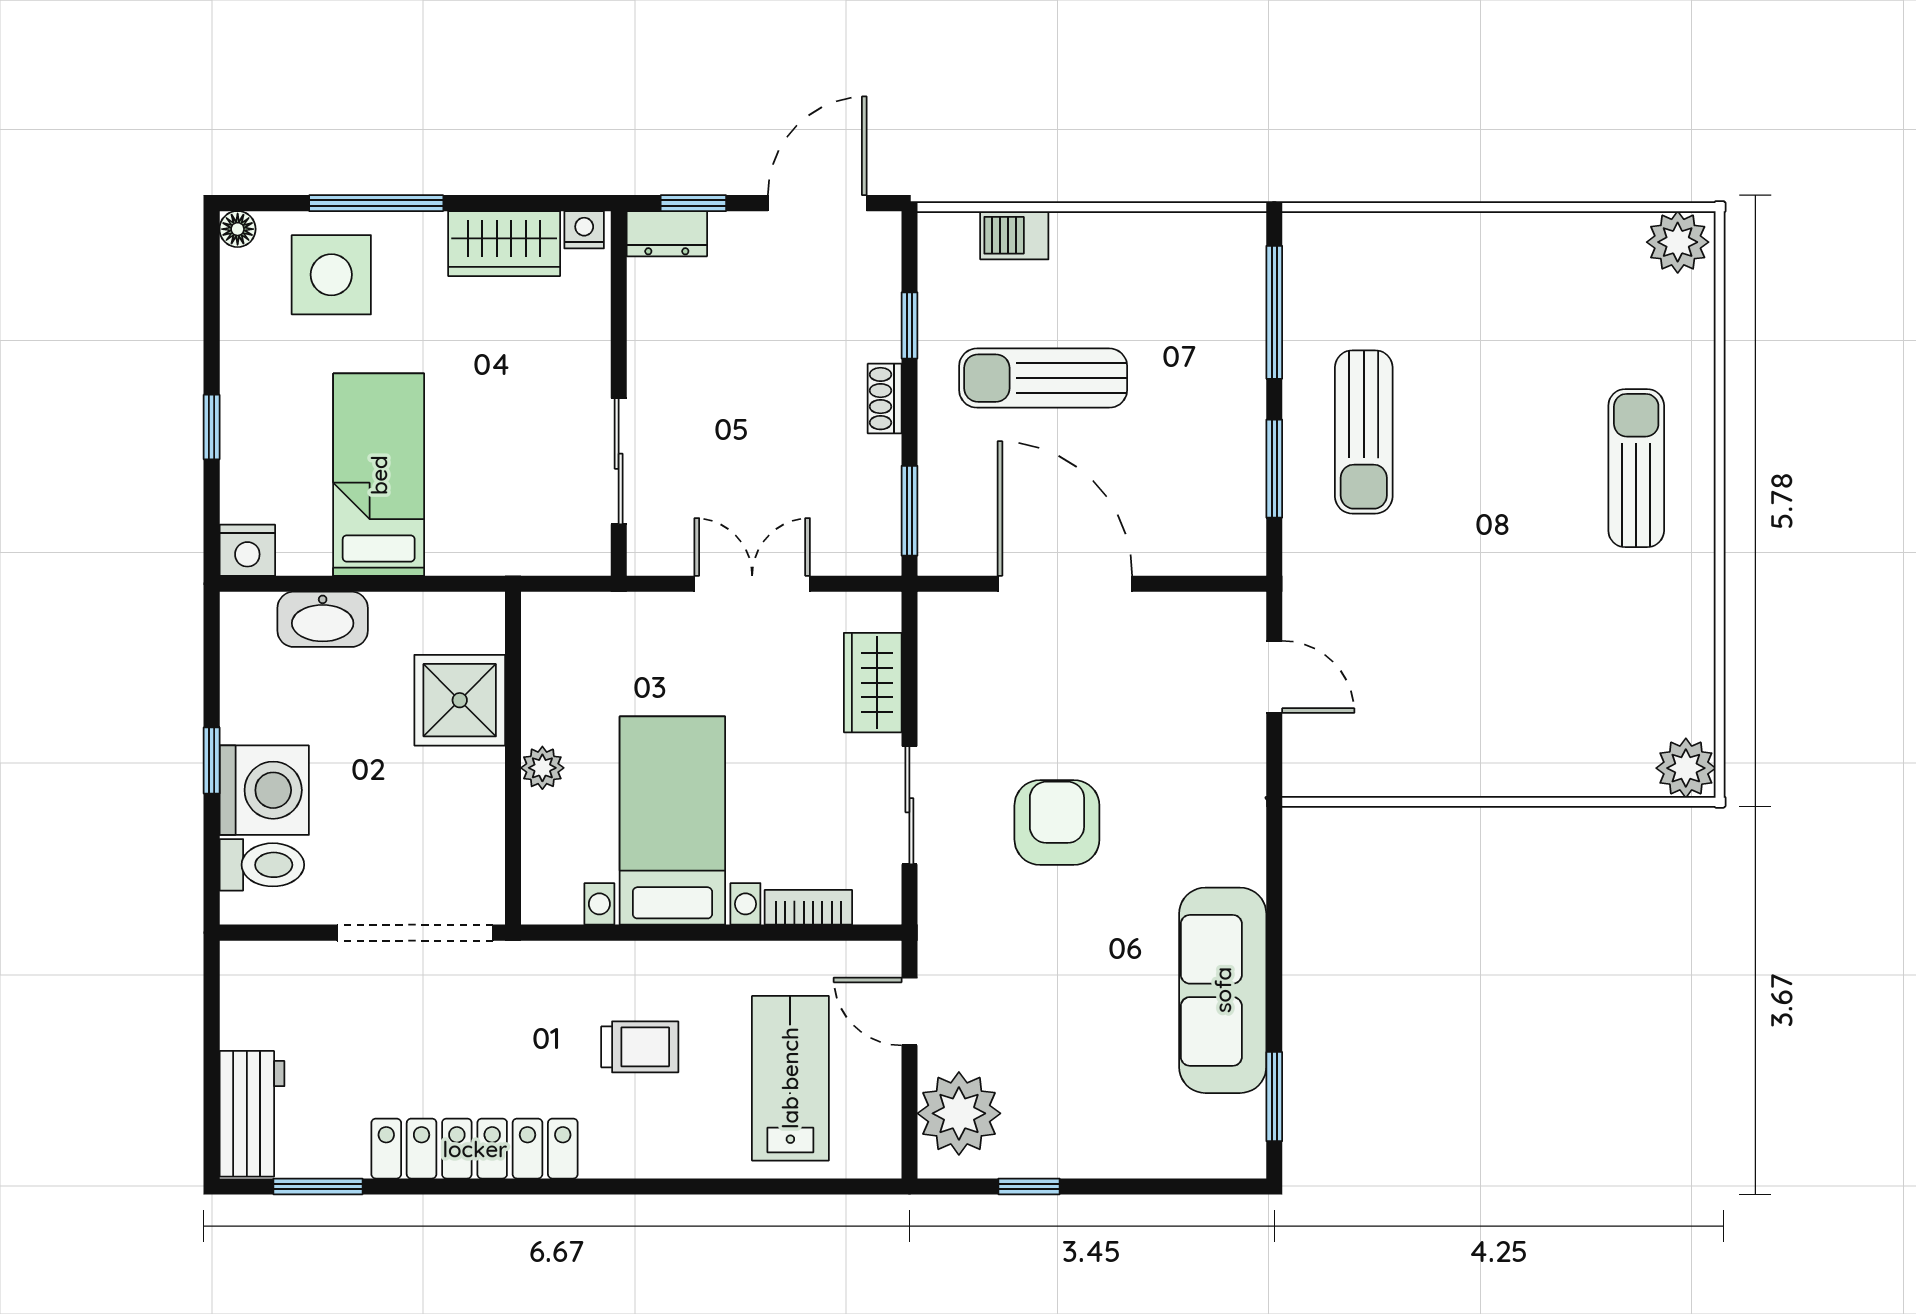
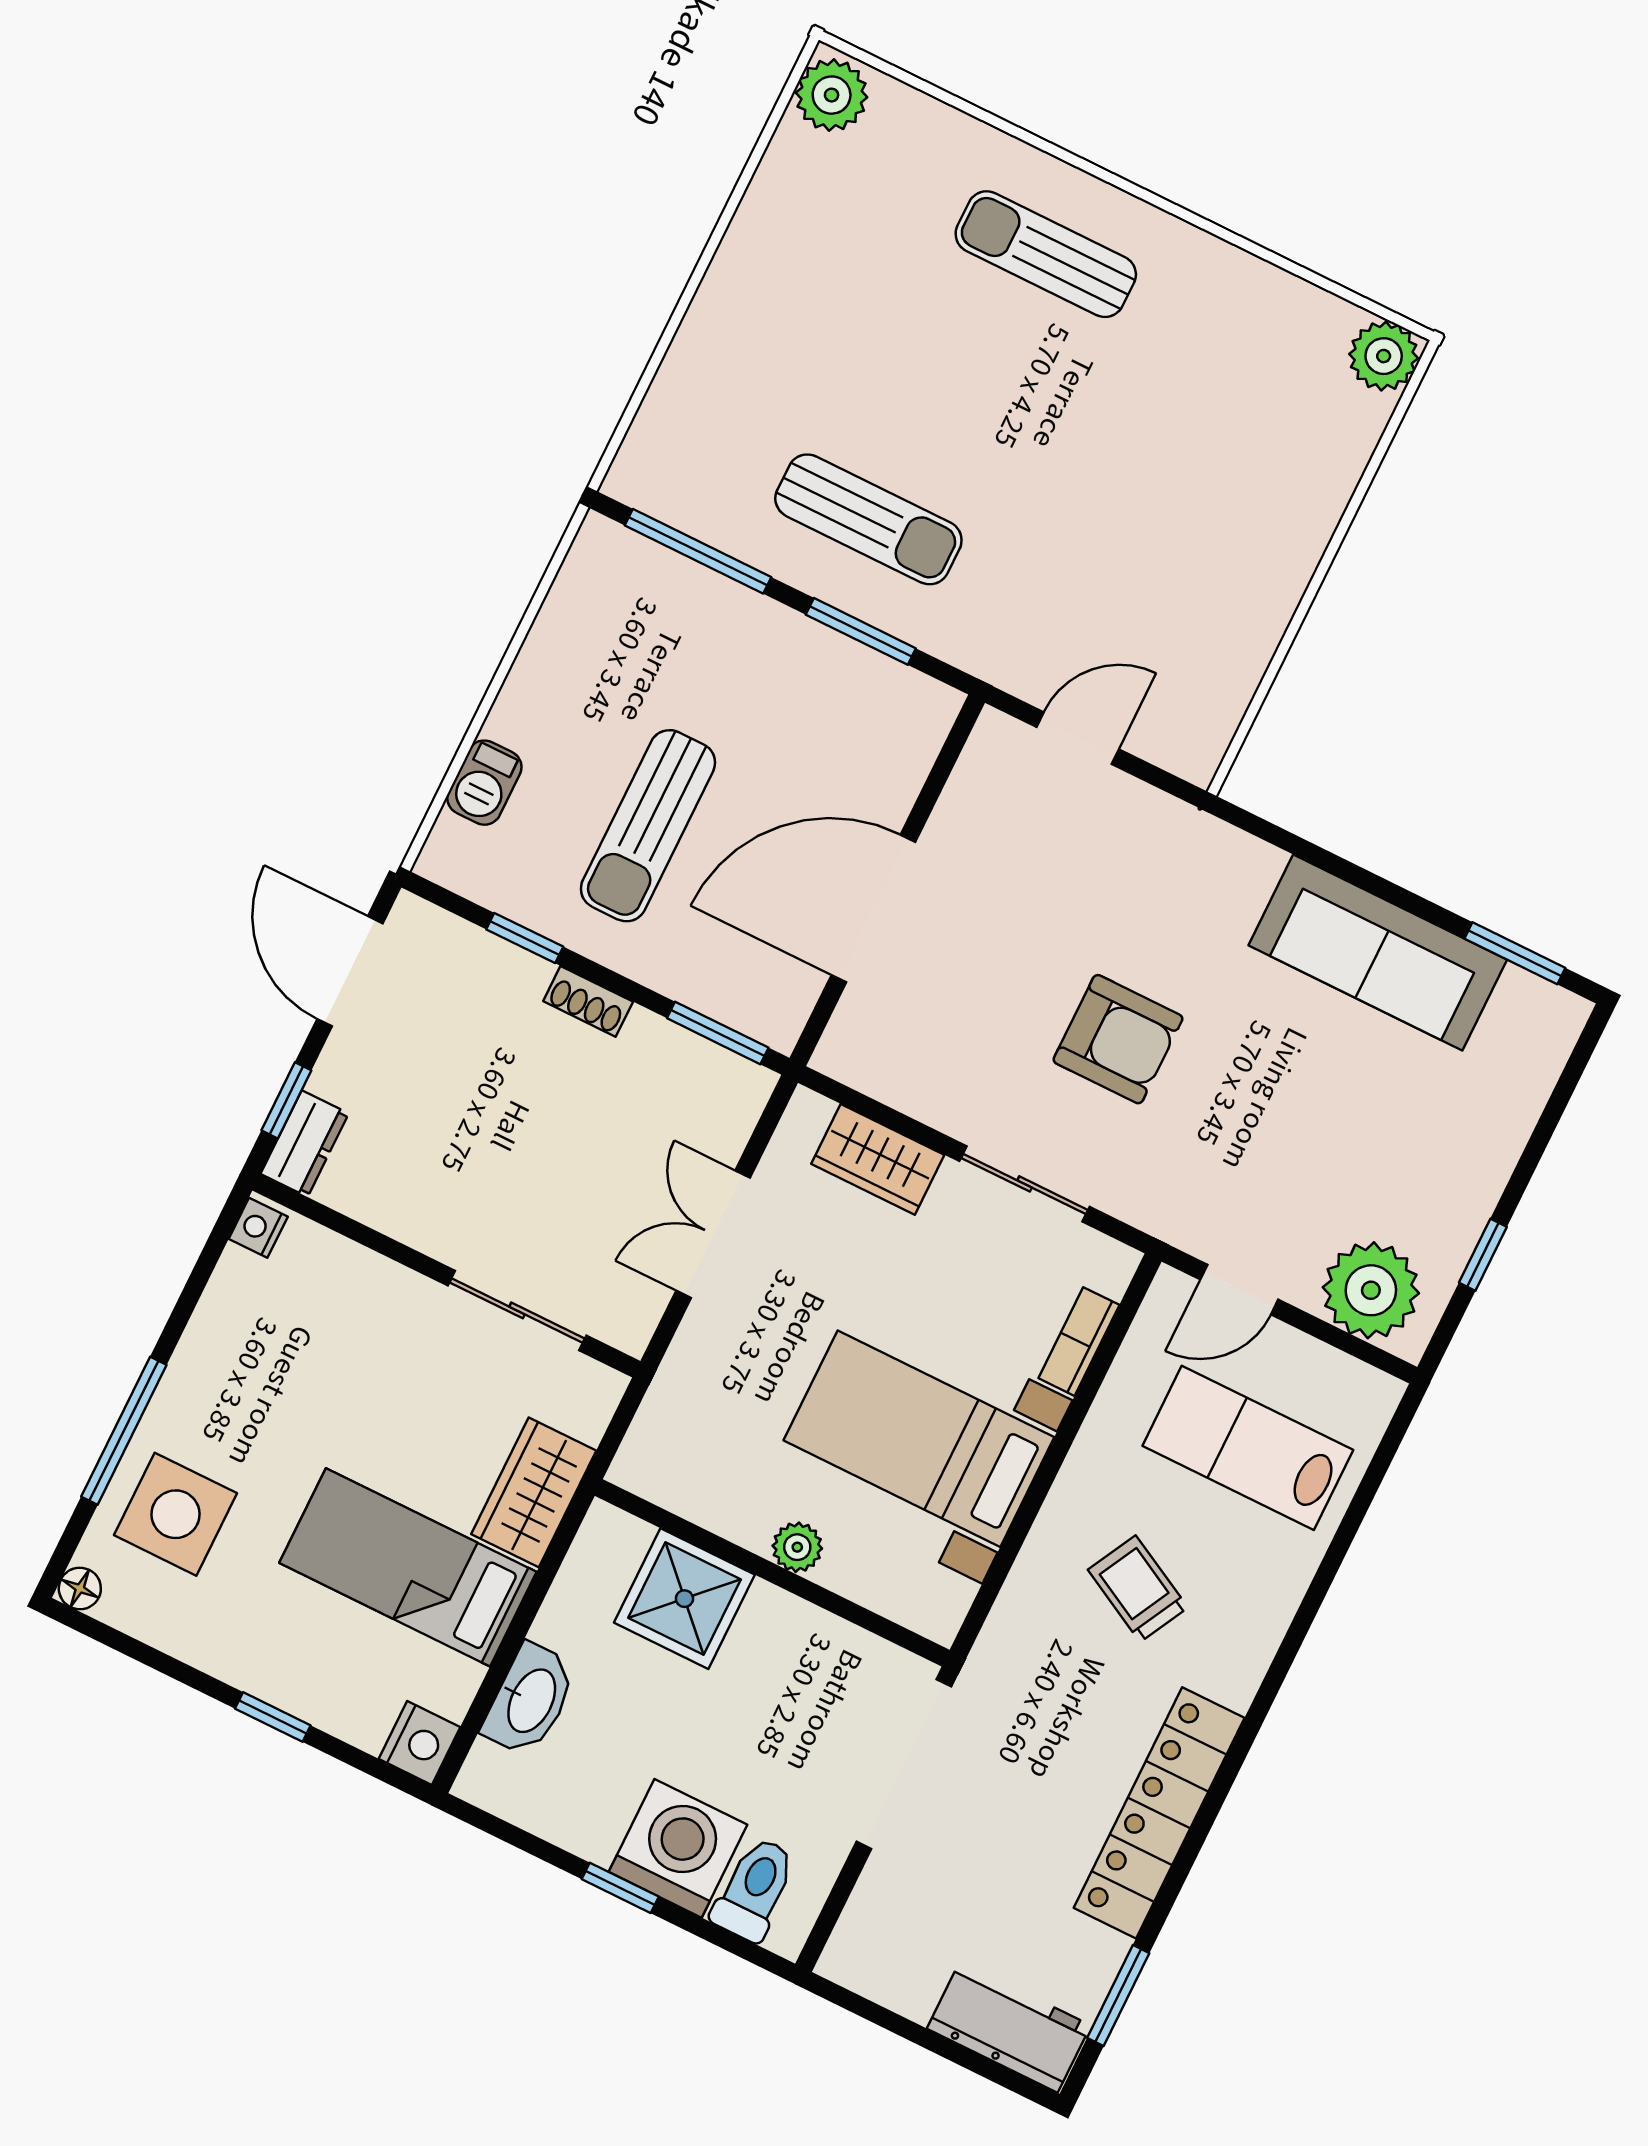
wardrobe: (504, 244) -> (534, 1492), moved, turned 180
armchair: (1057, 822) -> (1118, 1039), turned 180
trolley: (640, 1047) -> (1138, 1589), turned -62

